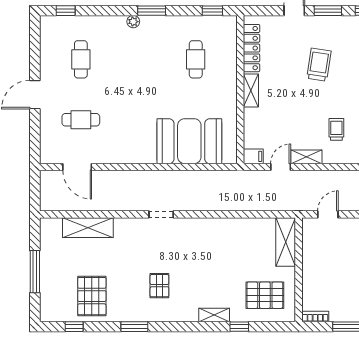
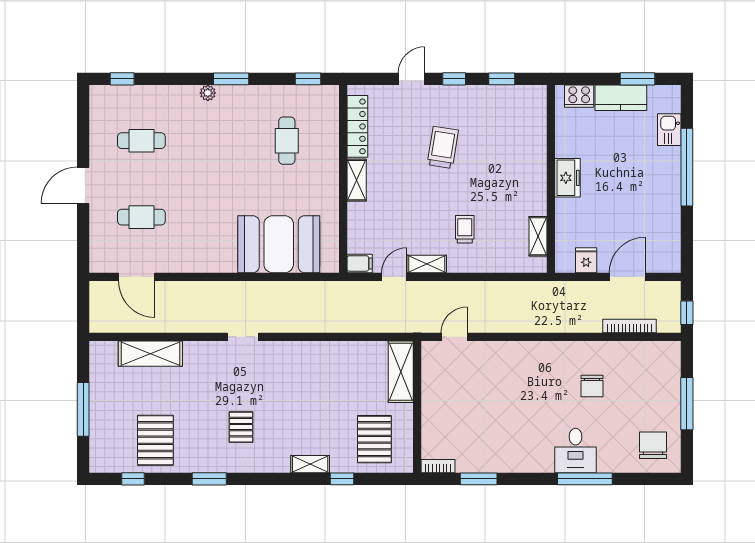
window: (328, 11) -> (454, 79), width x0.67
cafe table: (81, 59) -> (141, 141), turned 90
pallet: (265, 295) -> (374, 439), turned 90

